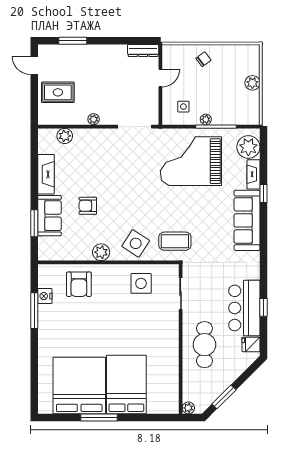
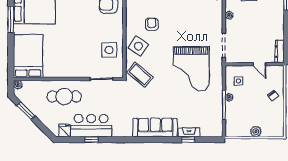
plant: (248, 147) -> (209, 129), removed
grand piano: (191, 161) -> (191, 69), moved, turned 180
window: (263, 194) -> (188, 140), moved
armchair: (88, 206) -> (152, 24), moved
coffee table: (175, 241) -> (140, 75), turned -50
plant: (101, 252) -> (132, 21), removed
bed: (126, 384) -> (28, 56), moved, turned -90

